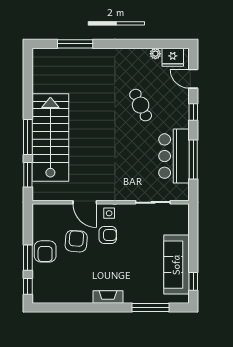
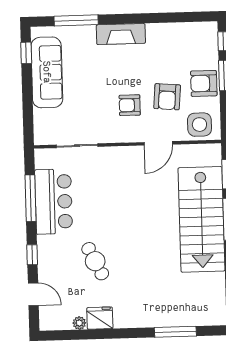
fridge: (173, 57) -> (100, 318), moved
door: (85, 202) -> (158, 143), swing flipped
side table: (109, 213) -> (199, 125), moved, width x1.87, depth x1.87
armchair: (45, 251) -> (204, 83), turned -90
fireplace: (108, 297) -> (121, 34), width x1.37, depth x1.32

